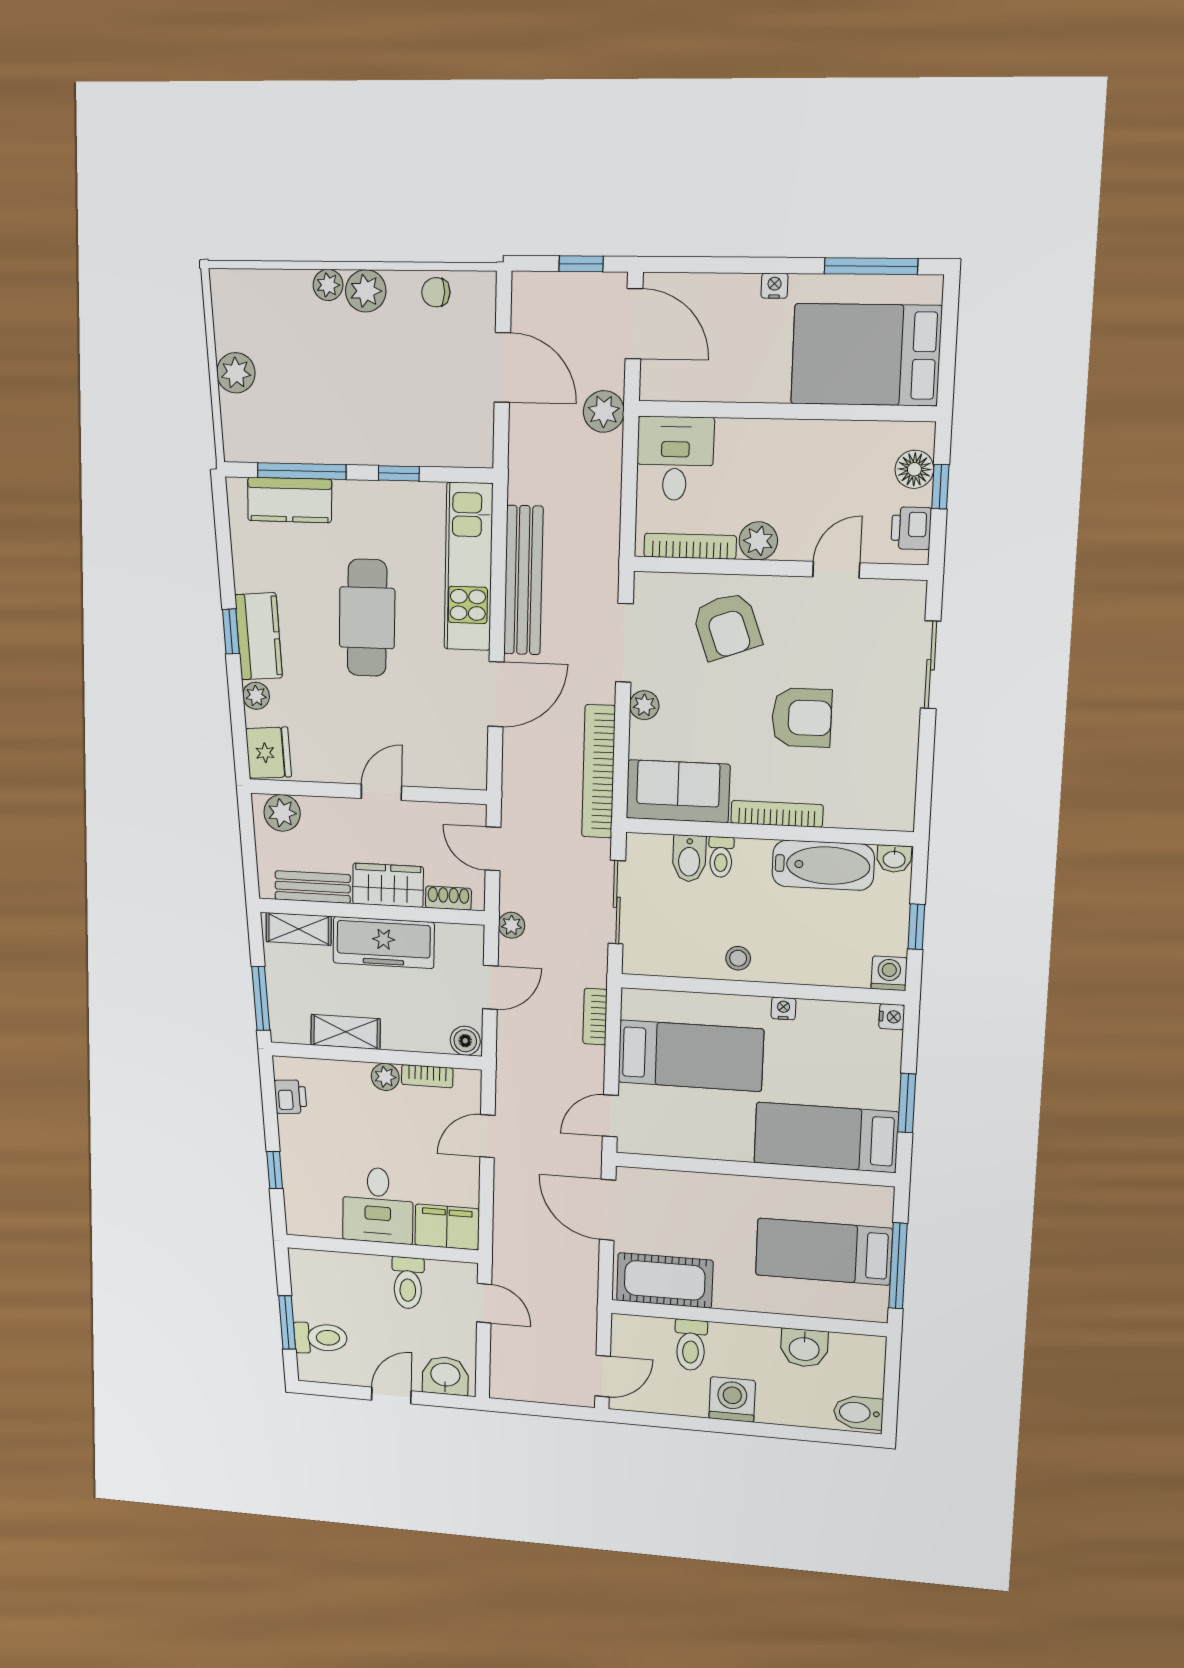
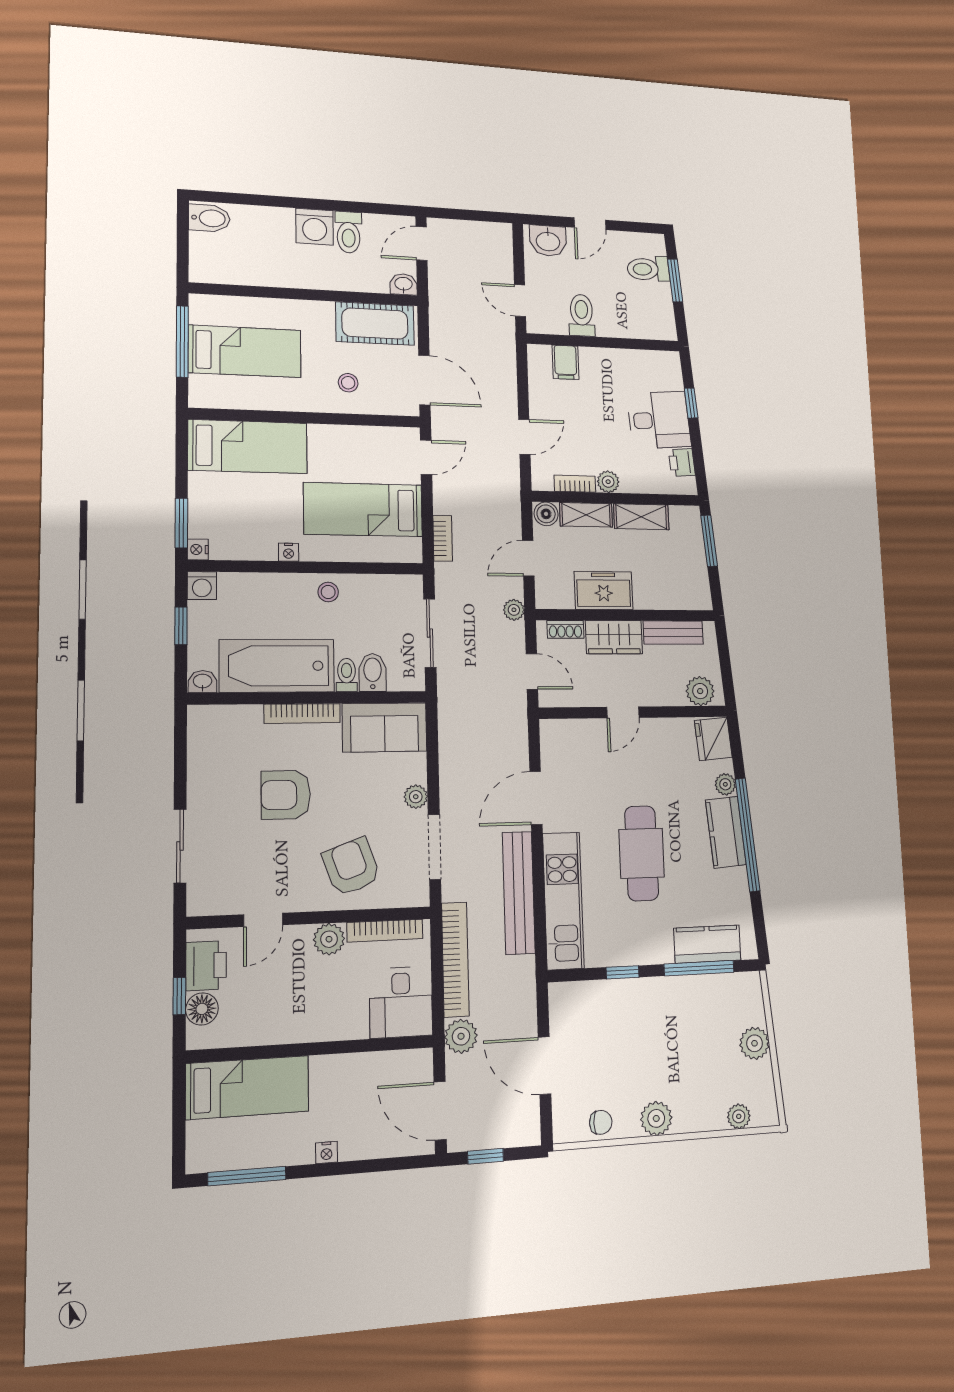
plant: (328, 285) -> (739, 1116), moved
bed: (866, 355) -> (247, 1087), width x0.67
printer: (911, 528) -> (206, 966), width x1.36, depth x1.24
window: (231, 631) -> (748, 835), width x3.17
bookcase: (599, 771) -> (455, 959), moved
bathtub: (823, 865) -> (277, 666), width x1.36, depth x1.36
shelving: (299, 929) -> (586, 515), moved
freezer: (384, 943) -> (604, 590), width x0.71
window: (907, 1103) -> (181, 523), moved
desk: (378, 1205) -> (659, 420), moved, turned 85
stool: (701, 1210) -> (348, 383), added
filing cabinet: (447, 1227) -> (566, 362), width x0.50
toilet: (691, 1345) -> (349, 232), moved, turned 180
washbasin: (804, 1348) -> (404, 284), moved, width x0.72, depth x0.69

